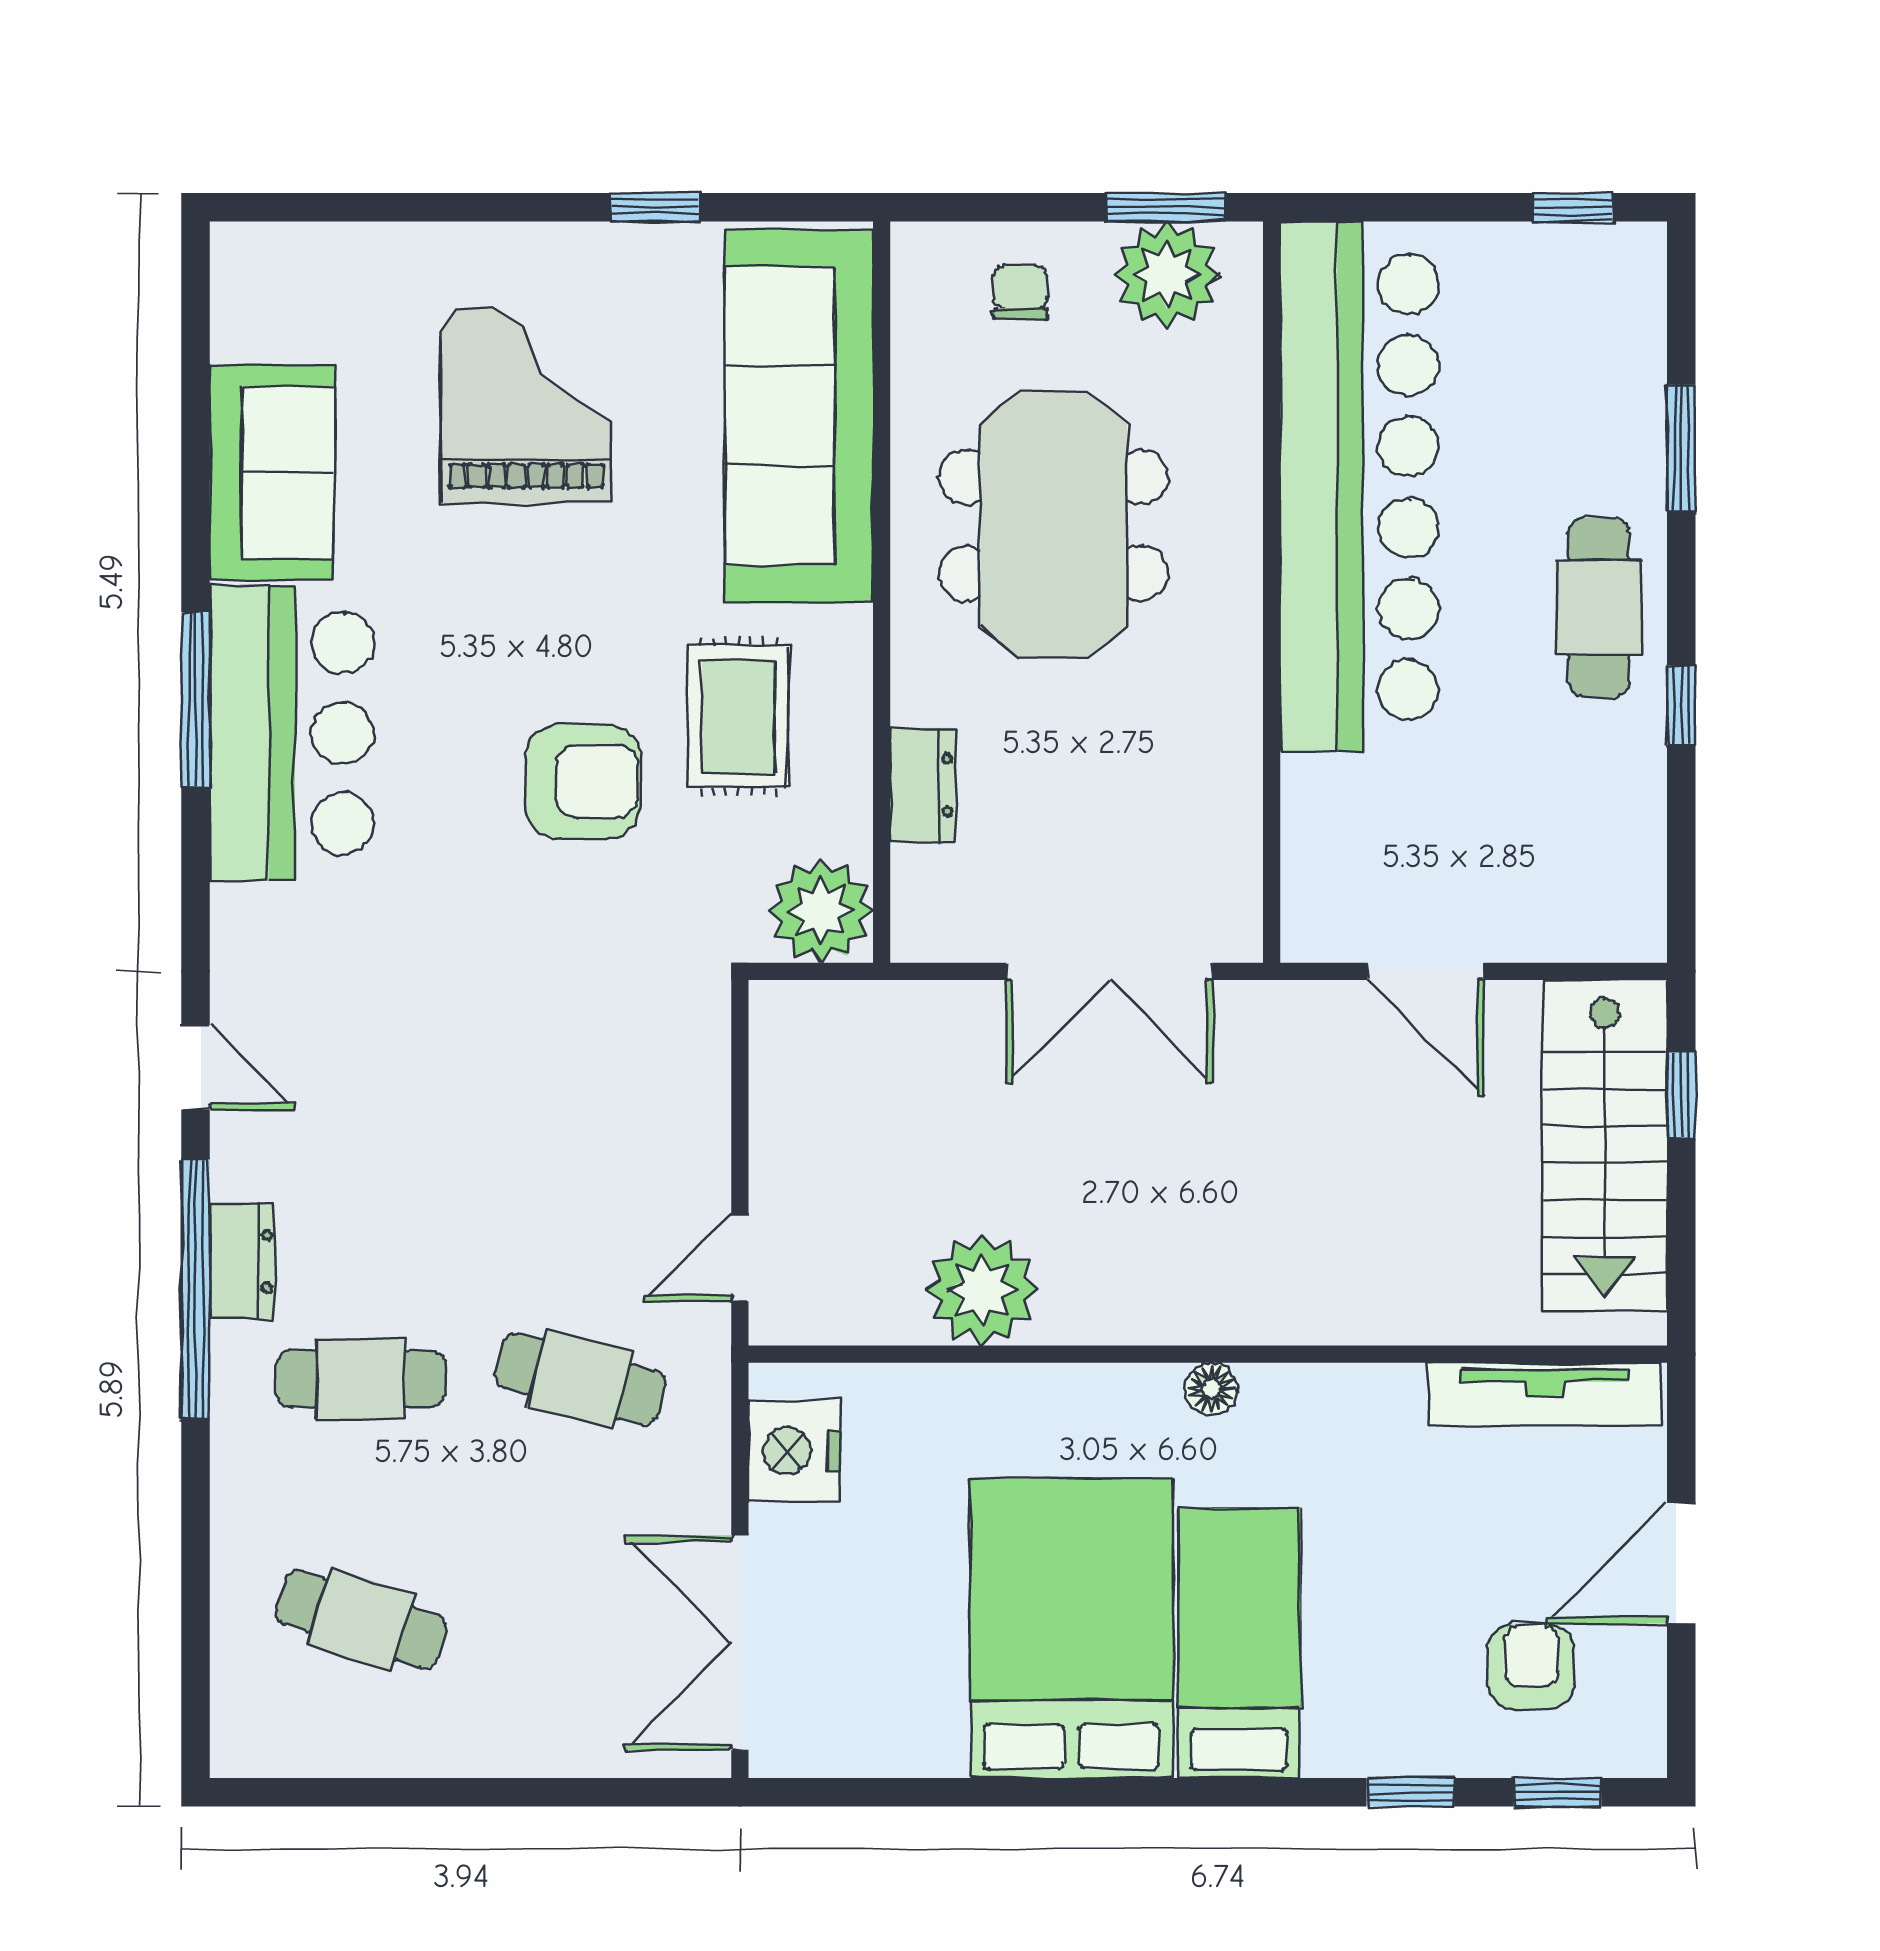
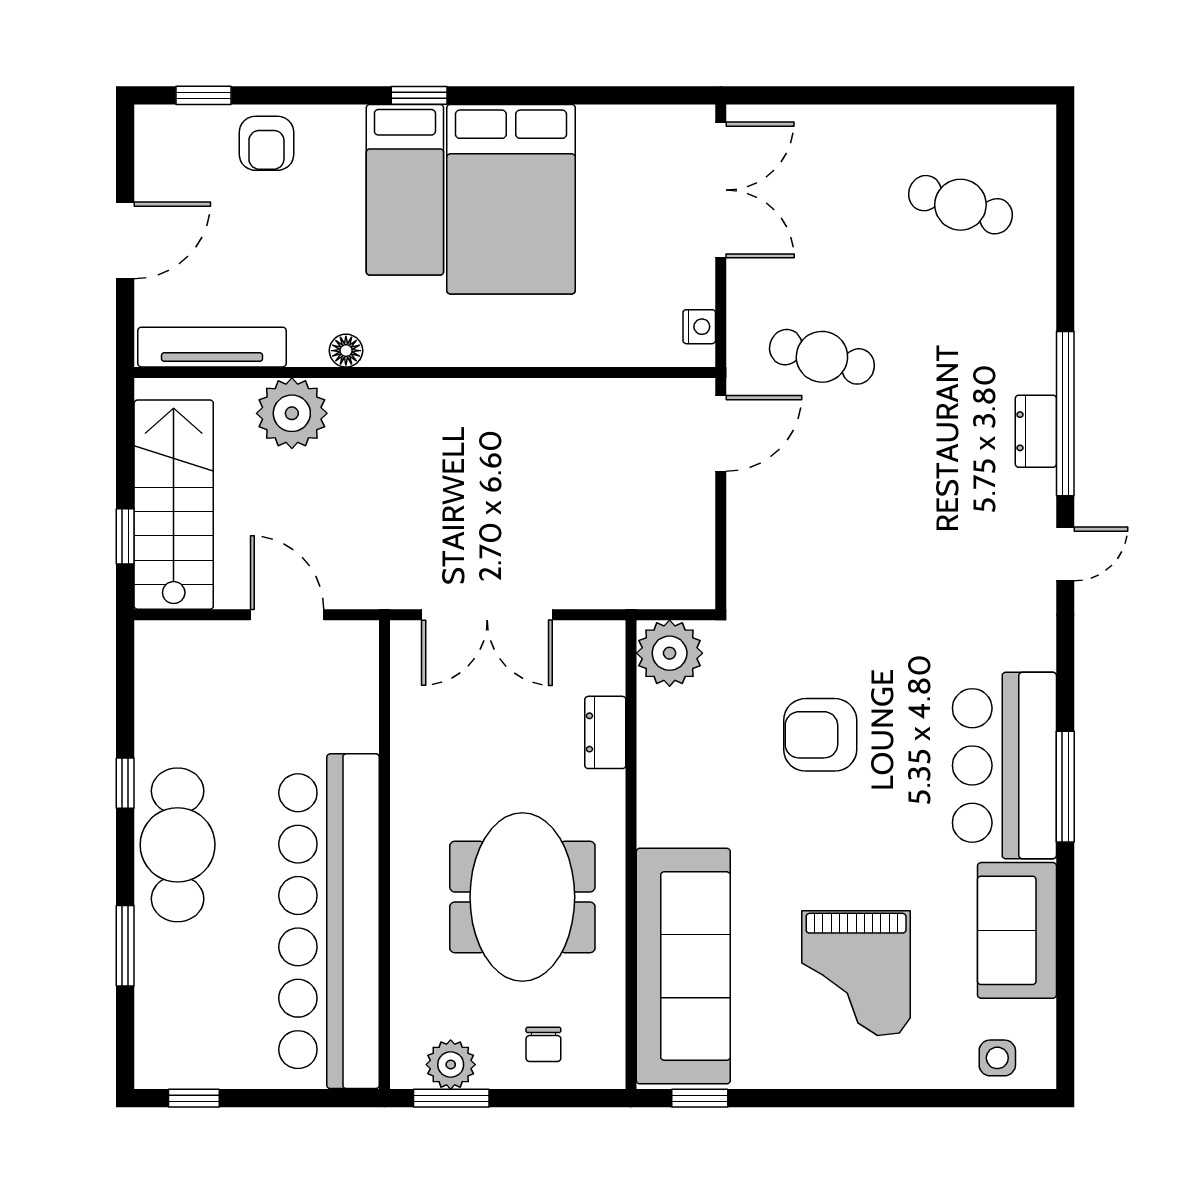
window: (655, 207) -> (700, 1098), moved
side table: (303, 271) -> (997, 1058), added
plant: (1167, 274) -> (451, 1065), width x0.73, depth x0.73
cafe table: (1599, 608) -> (178, 845), width x1.37, depth x1.35
rug: (738, 716) -> (722, 776), removed
double door: (1109, 971) -> (487, 615), swing flipped
door: (196, 1067) -> (1065, 554), swing flipped
door: (740, 1258) -> (721, 433), width x1.38
plant: (982, 1290) -> (292, 413), moved
cafe table: (361, 1379) -> (960, 357), removed
floor lamp: (1211, 1389) -> (346, 351), moved
nightstand: (794, 1451) -> (699, 327), width x0.53, depth x0.56
armchair: (1531, 1666) -> (266, 143), moved
window: (1410, 1792) -> (419, 95), moved

